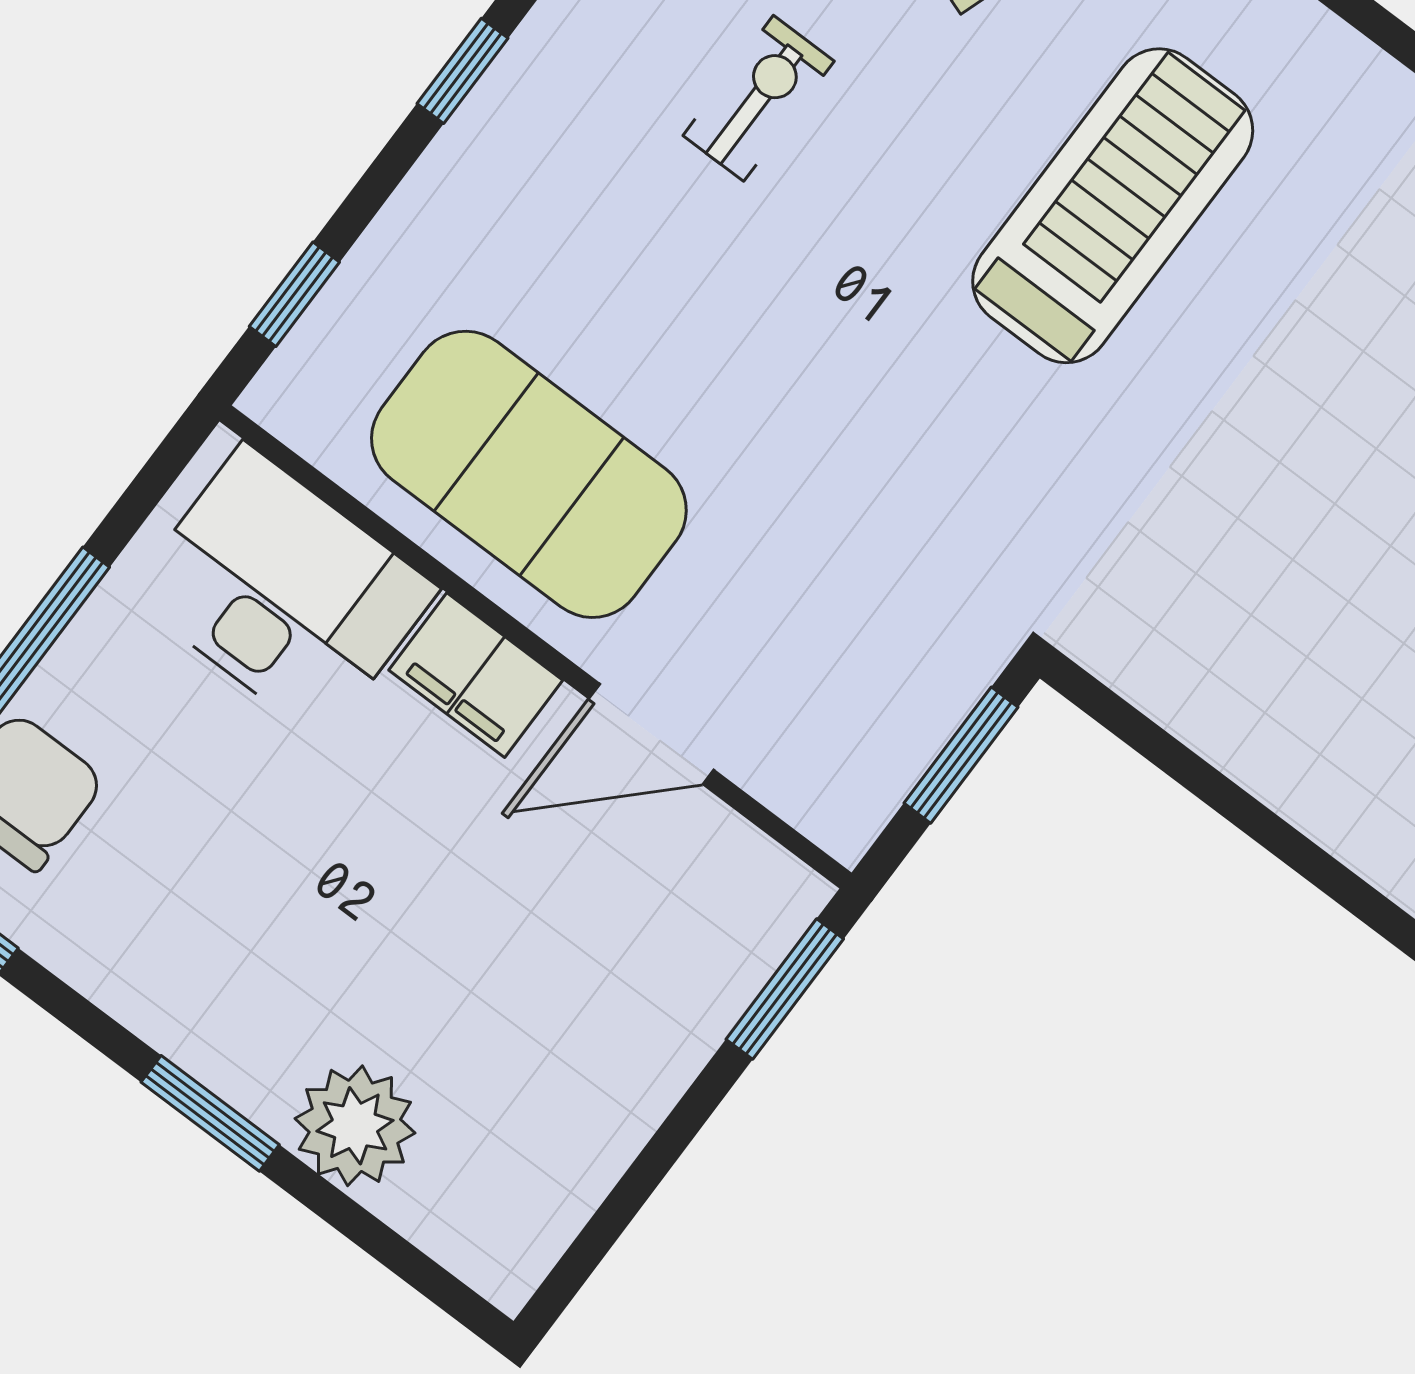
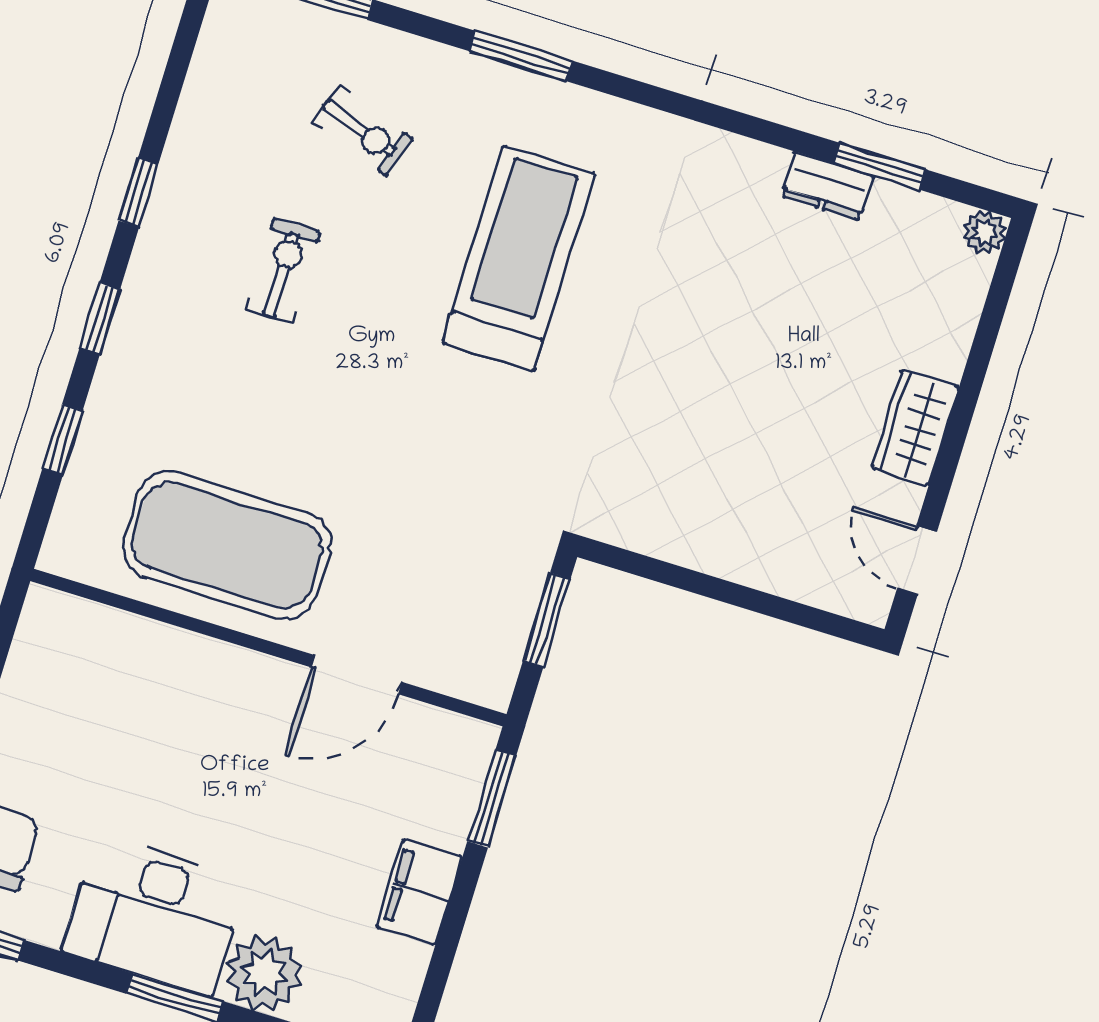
window: (294, 294) -> (63, 439), moved
desk: (283, 592) -> (154, 915), moved, turned 180
filing cabinet: (476, 675) -> (420, 892), moved, turned 90

